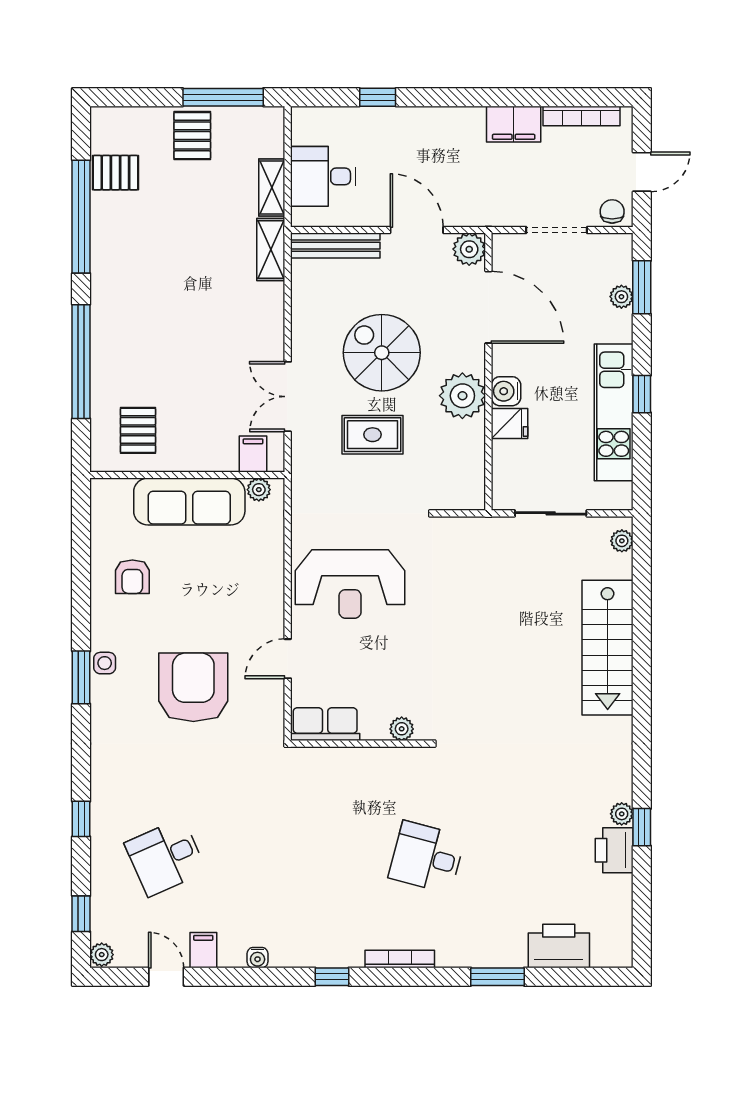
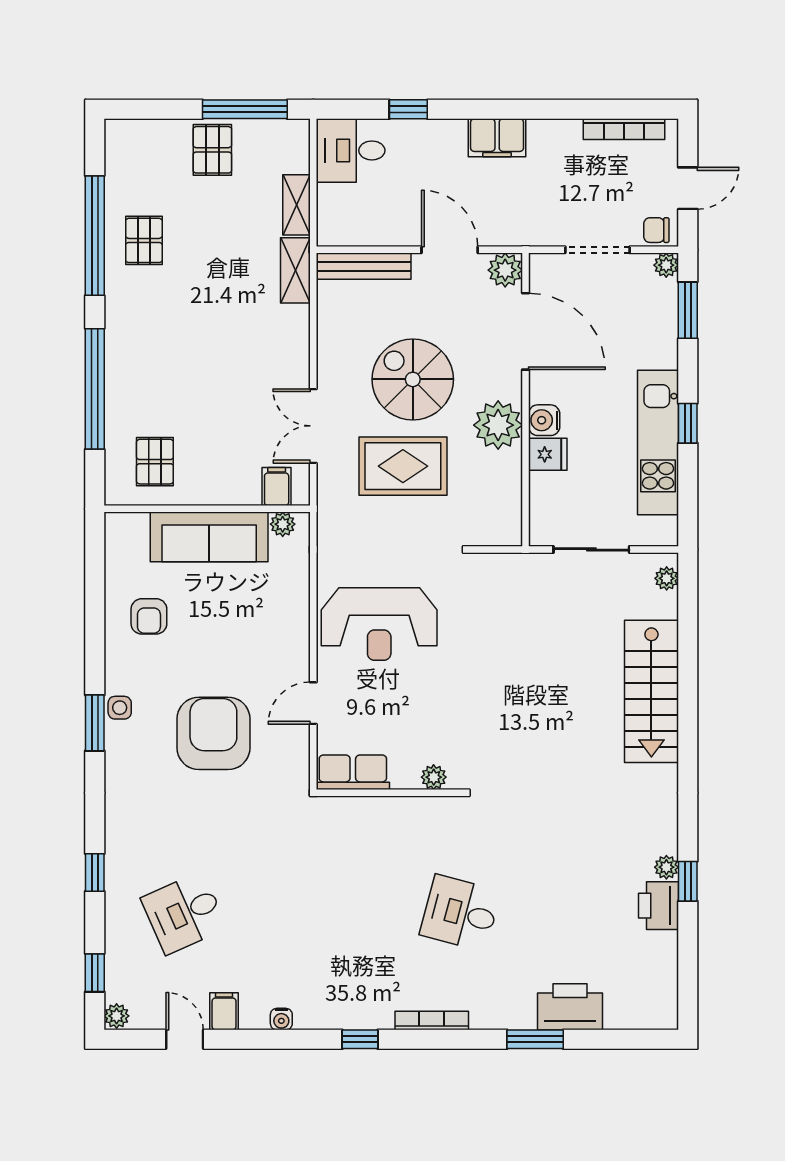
filing cabinet: (514, 124) -> (497, 138), moved
pallet: (115, 173) -> (144, 240), moved, turned 90
desk: (323, 176) -> (351, 150), moved
chair: (612, 211) -> (656, 230), turned -90
plant: (621, 297) -> (666, 265), moved
rug: (373, 435) -> (403, 466), width x1.36, depth x1.43
printer: (559, 946) -> (570, 1007), moved

